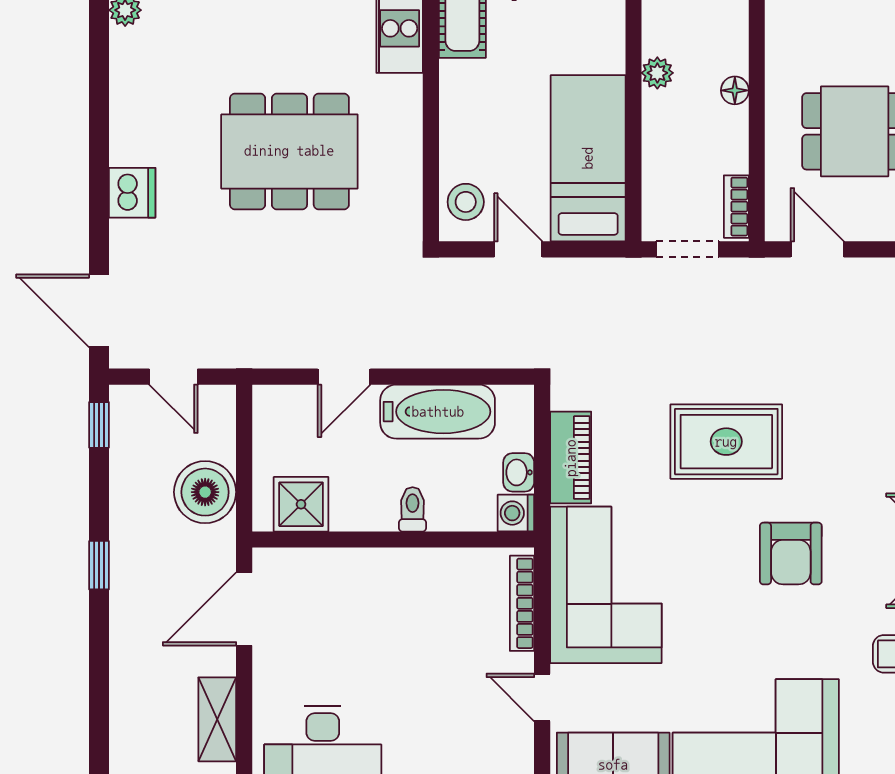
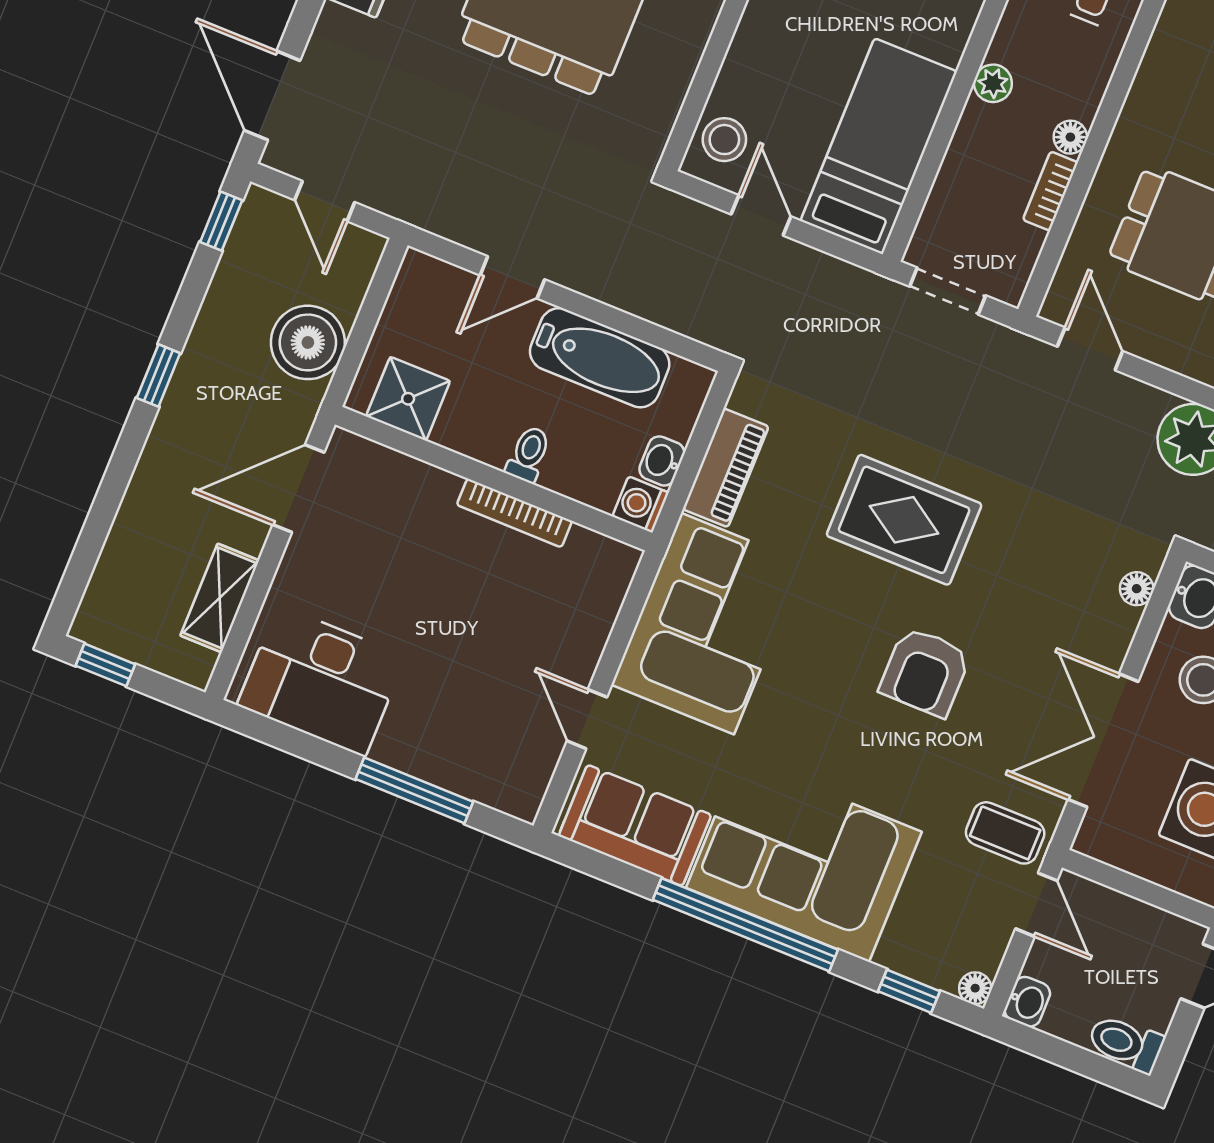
bookcase: (736, 207) -> (1050, 191), moved
bookcase: (522, 603) -> (514, 513), moved, turned -90

